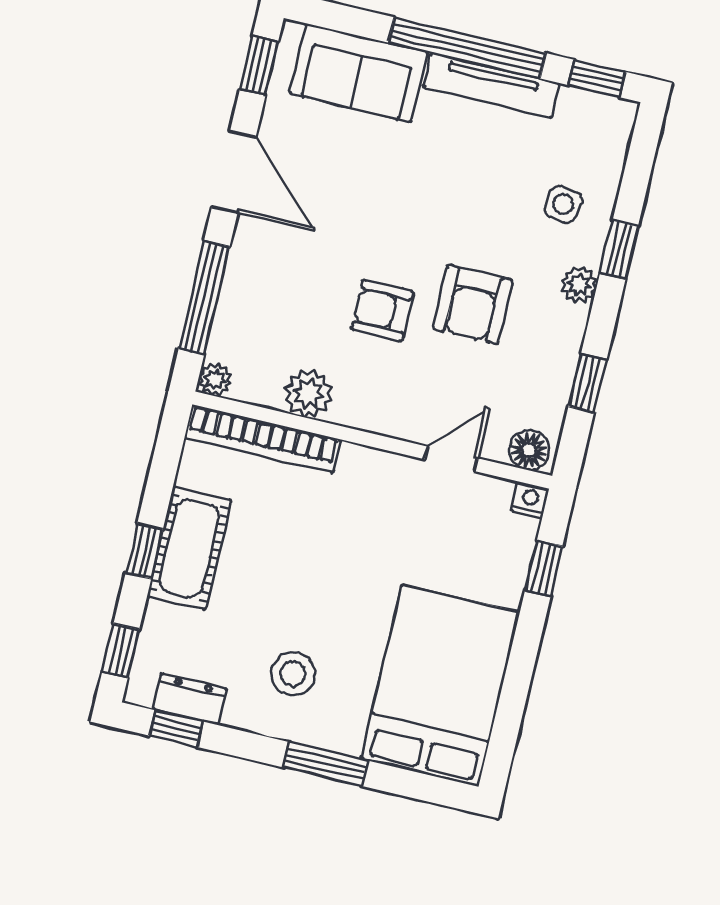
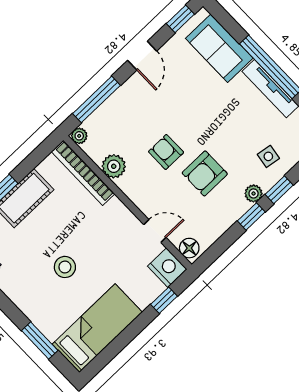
door: (234, 172) -> (142, 56), width x0.73
window: (588, 383) -> (251, 216), moved
nightstand: (530, 500) -> (167, 268), width x1.89, depth x1.79
stool: (293, 674) -> (65, 267), moved
bed: (440, 686) -> (97, 328), width x0.67
window: (325, 764) -> (40, 341), moved

